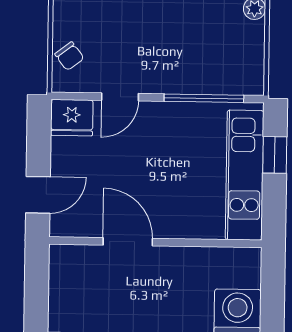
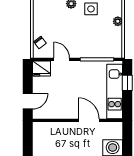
door: (120, 97) -> (62, 59), swing flipped
door: (128, 242) -> (89, 120), moved

